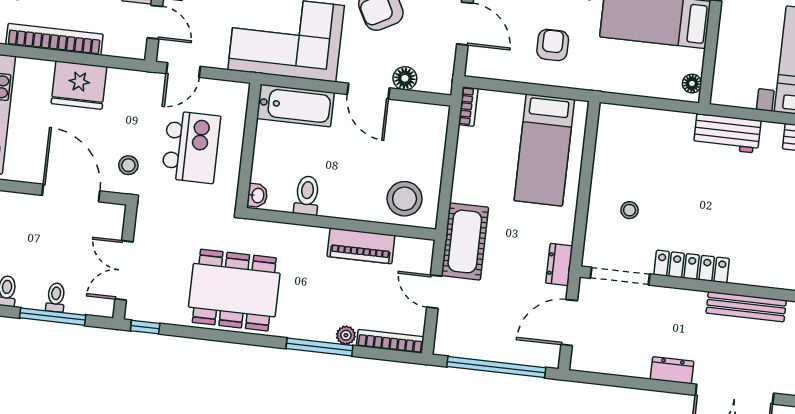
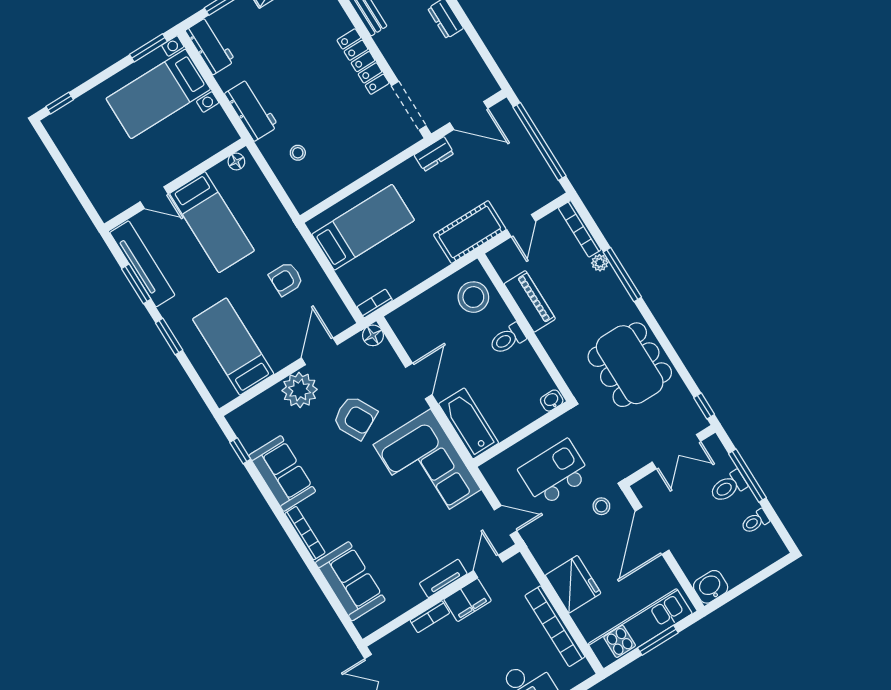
floor lamp: (405, 78) -> (373, 335), moved
toilet: (307, 195) -> (507, 339), moved
stool: (630, 210) -> (298, 153), moved
toilet: (56, 297) -> (728, 487), width x1.37, depth x1.39

